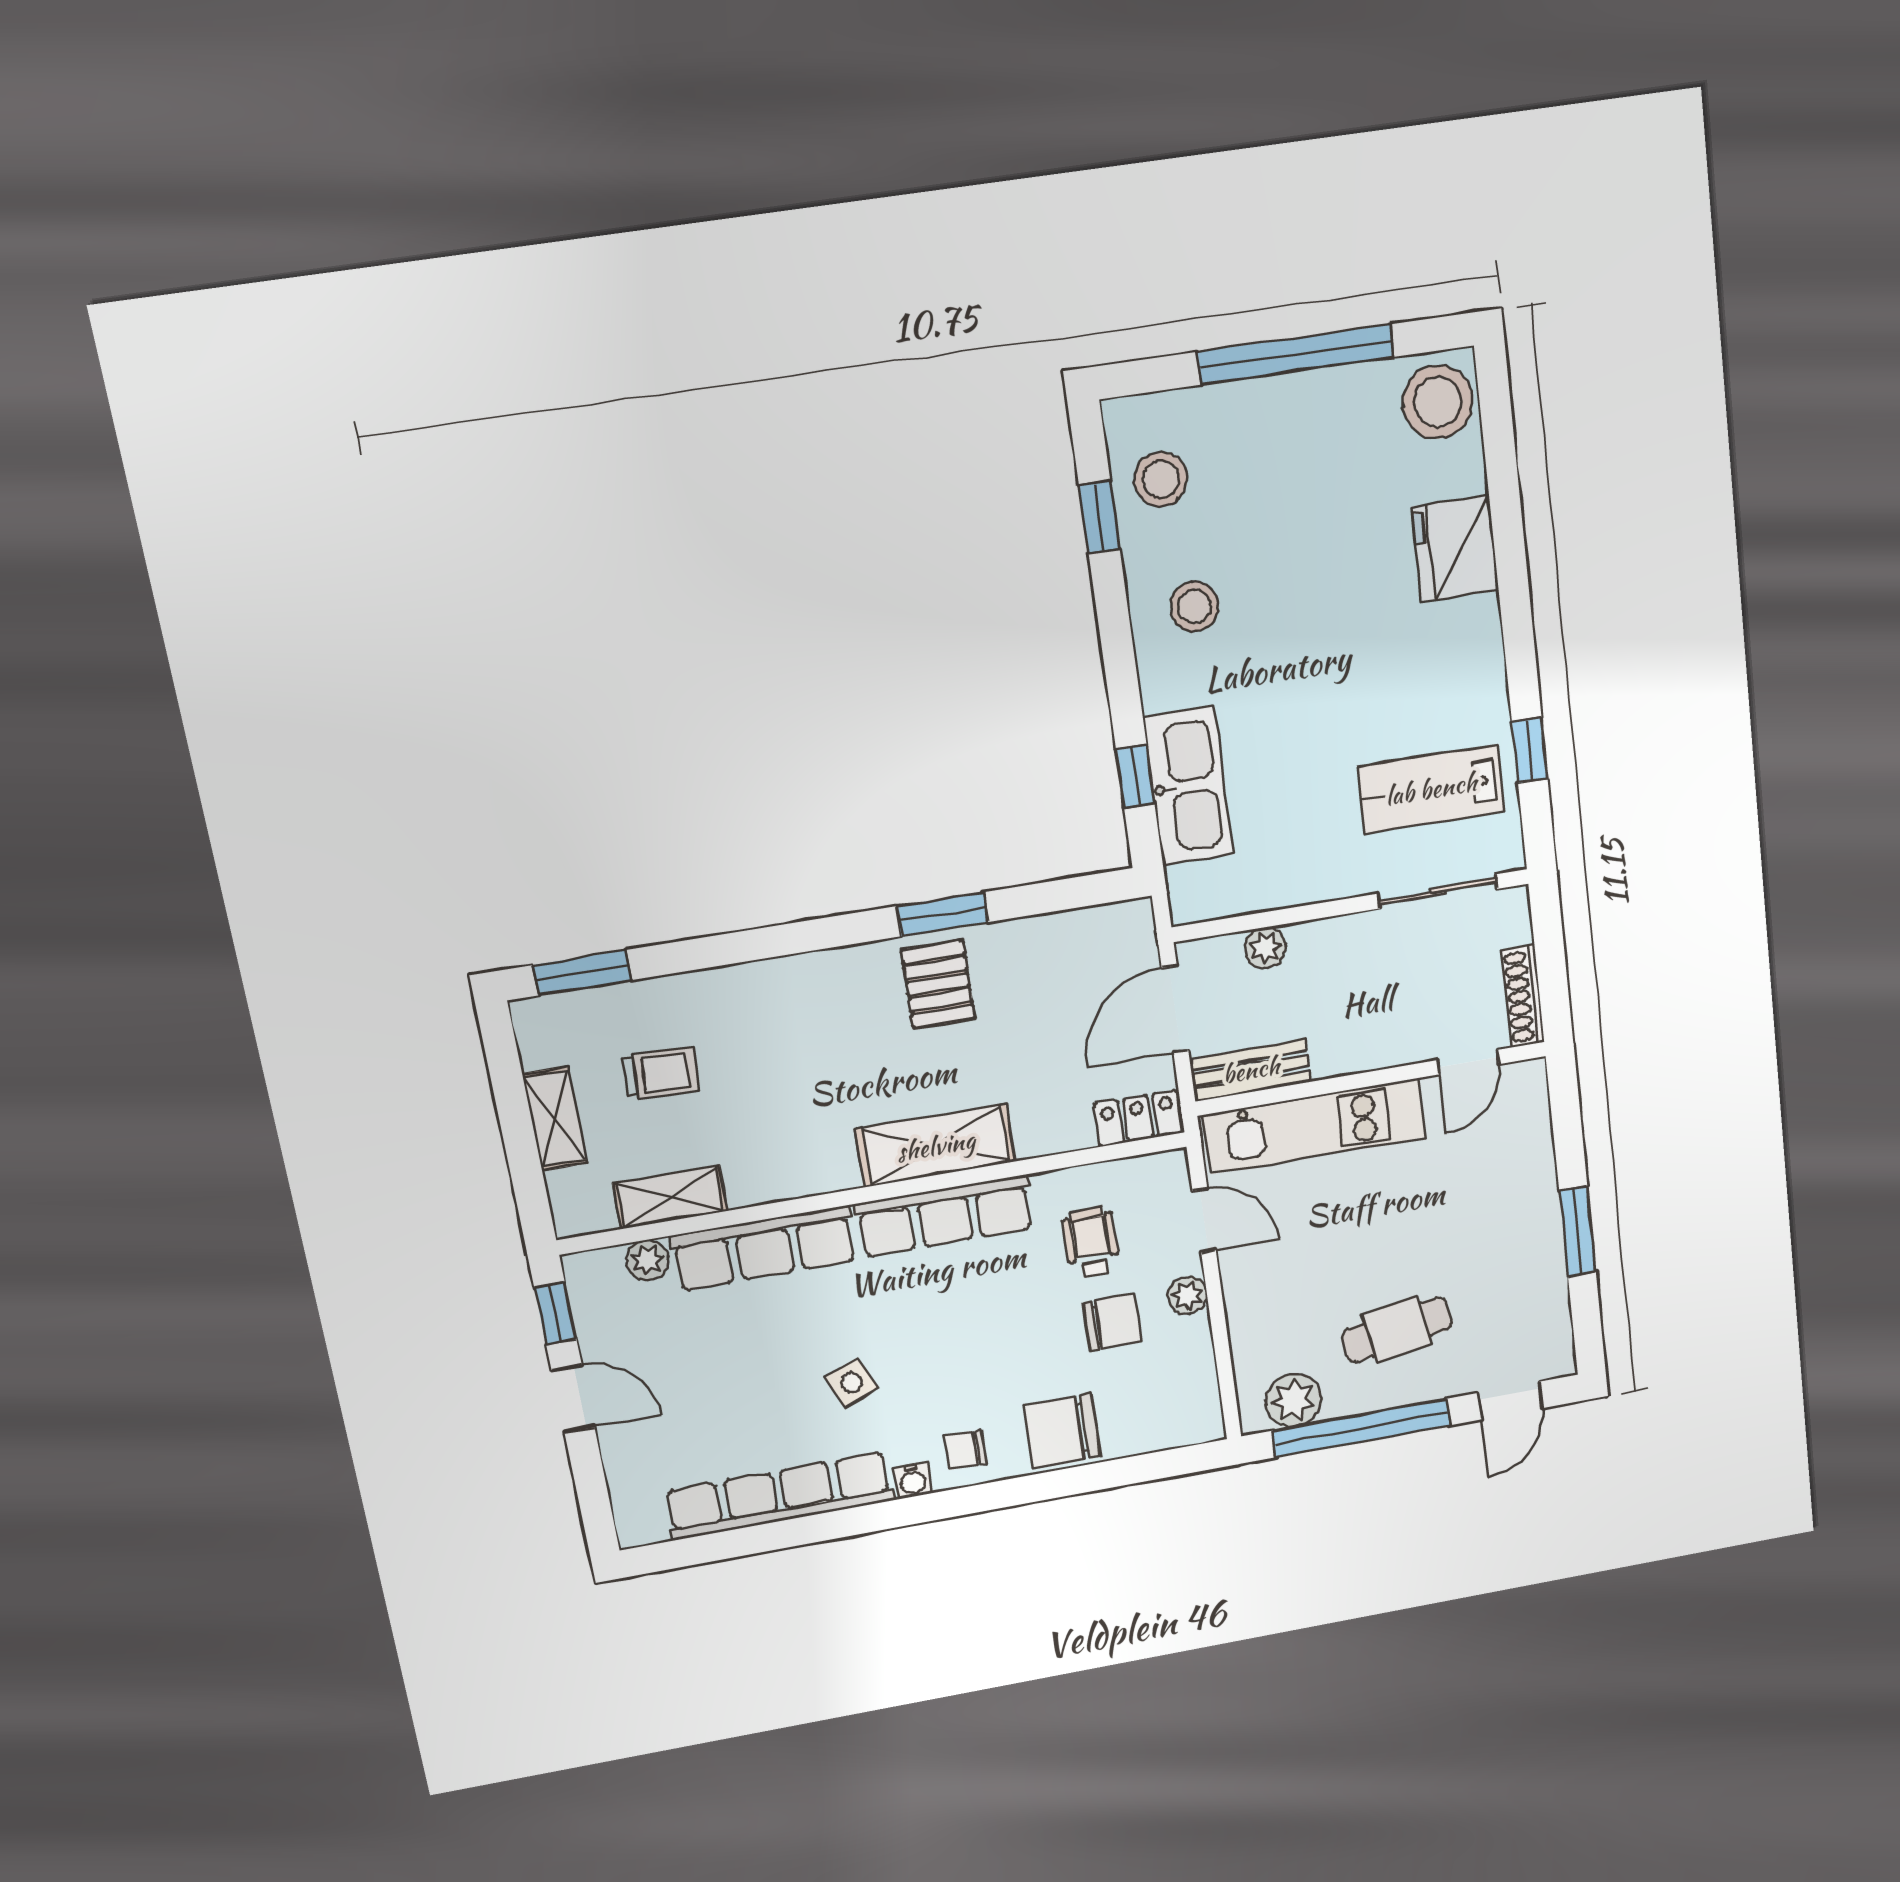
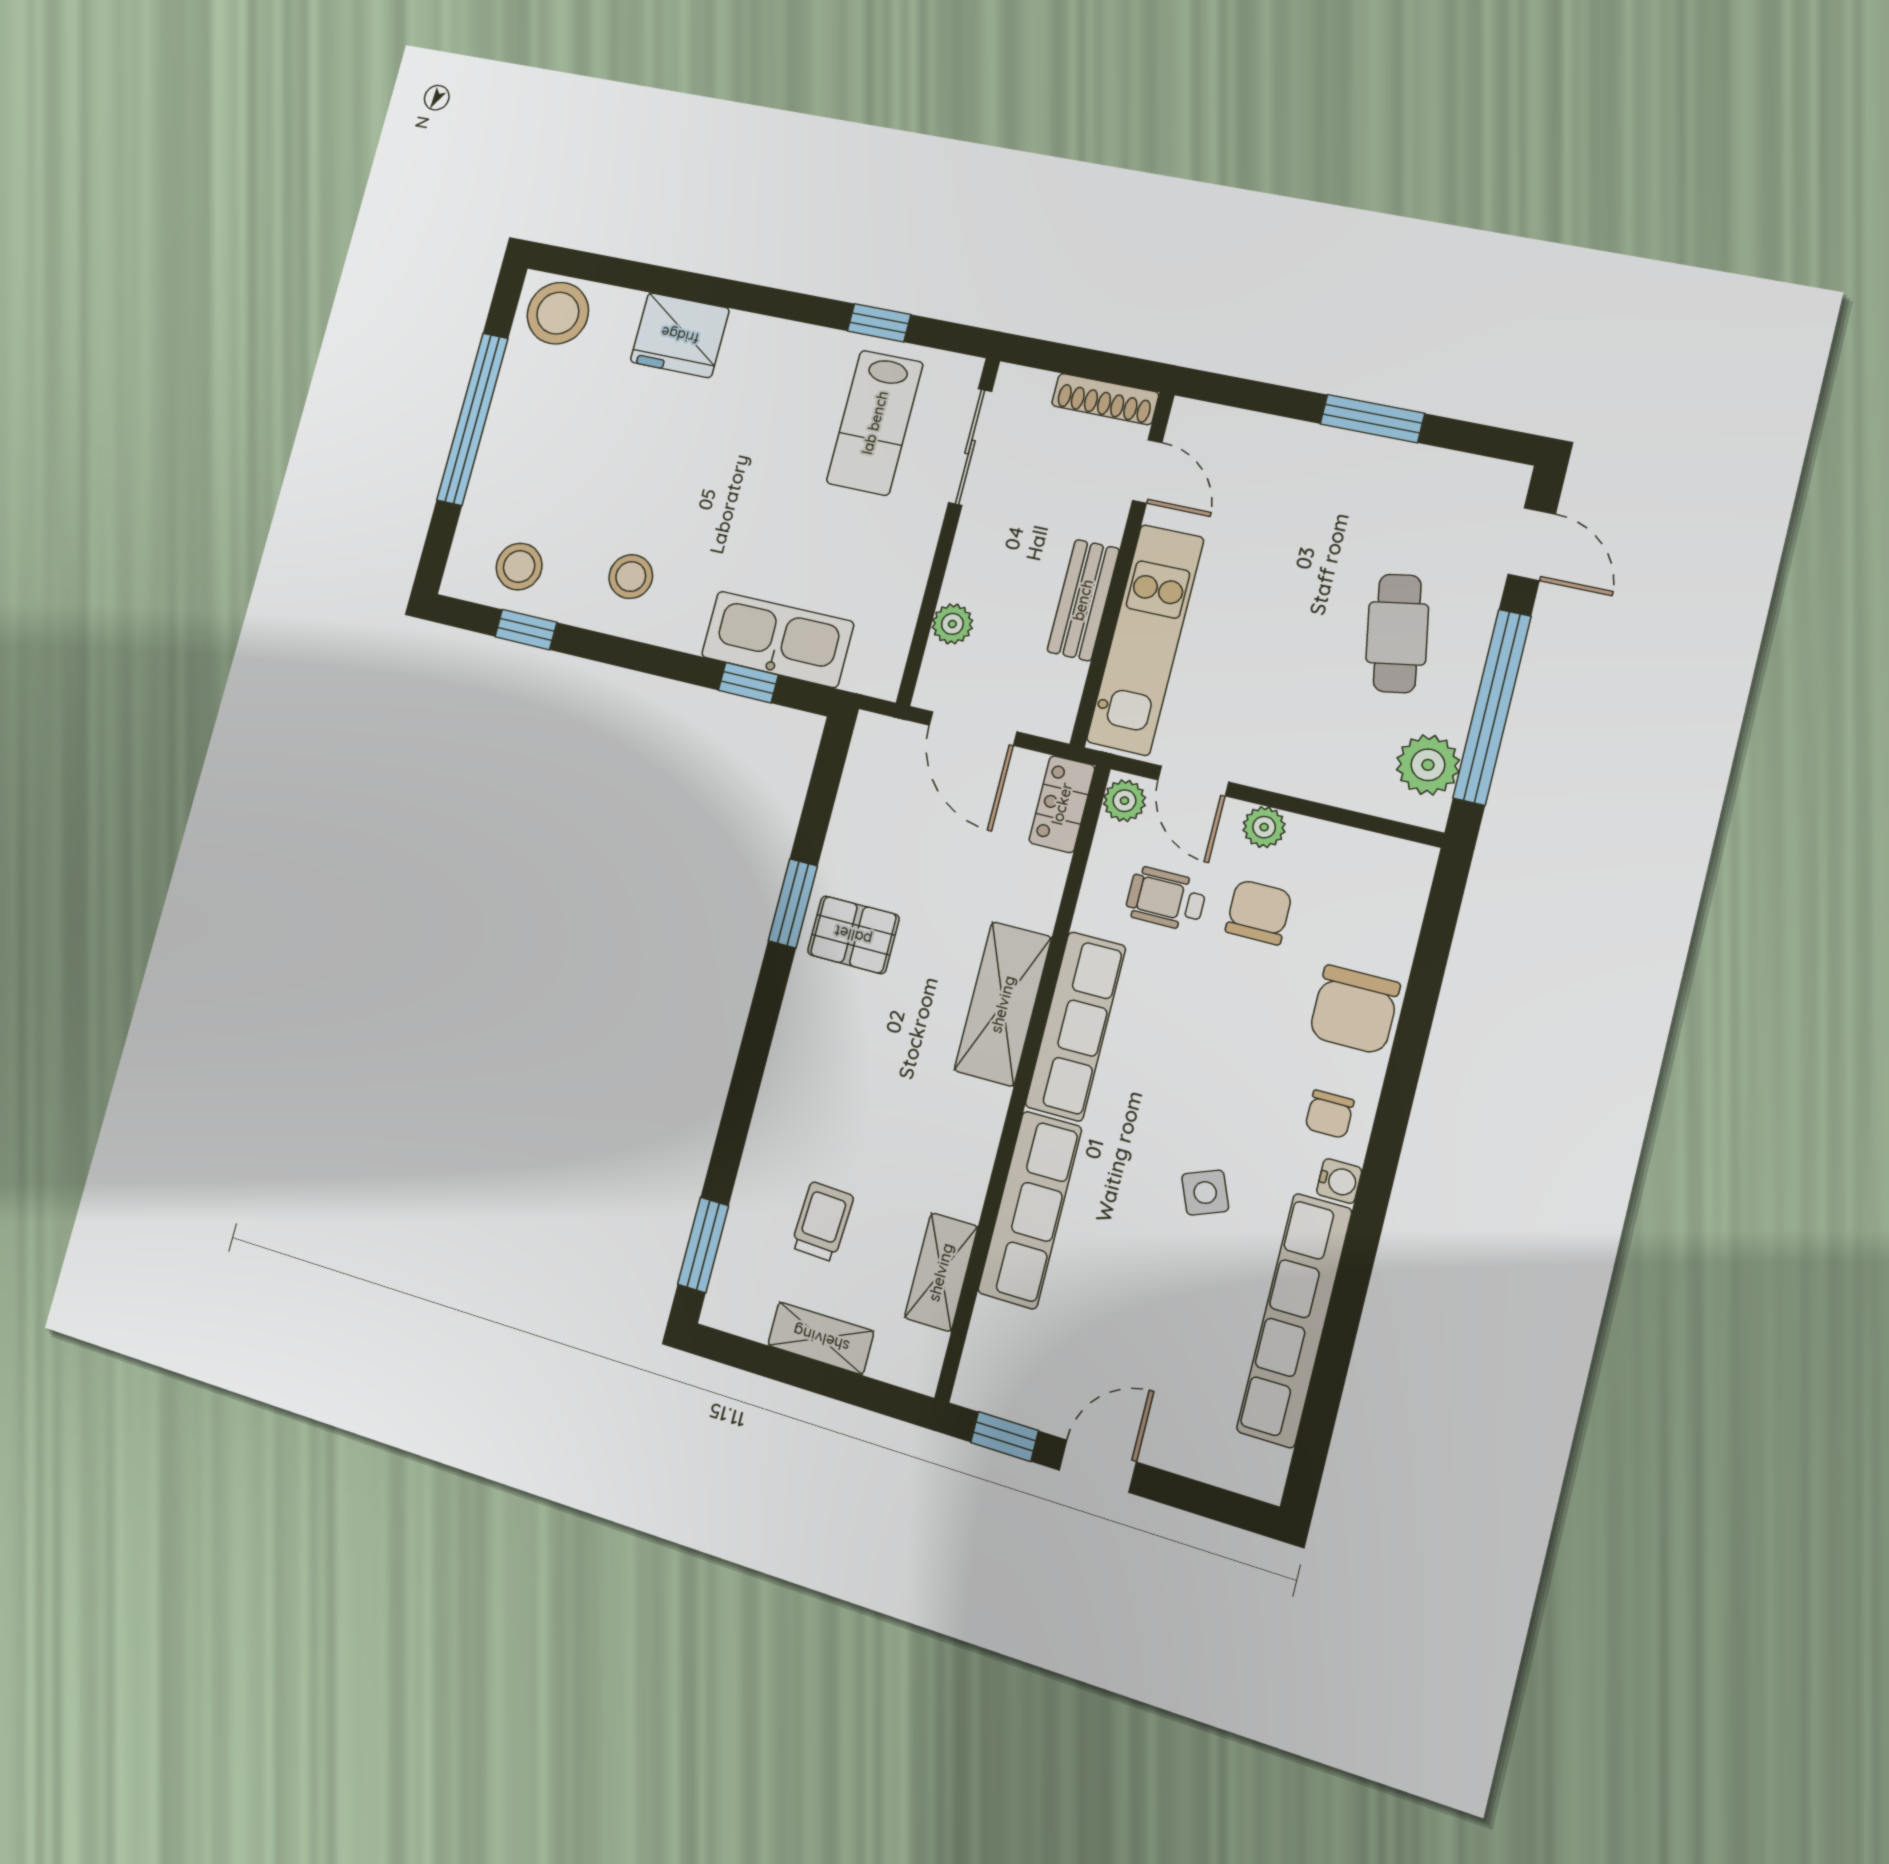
bench: (1251, 1070) -> (1083, 600), moved
door: (1204, 1221) -> (1193, 781), swing flipped
plant: (647, 1260) -> (1124, 801), moved

